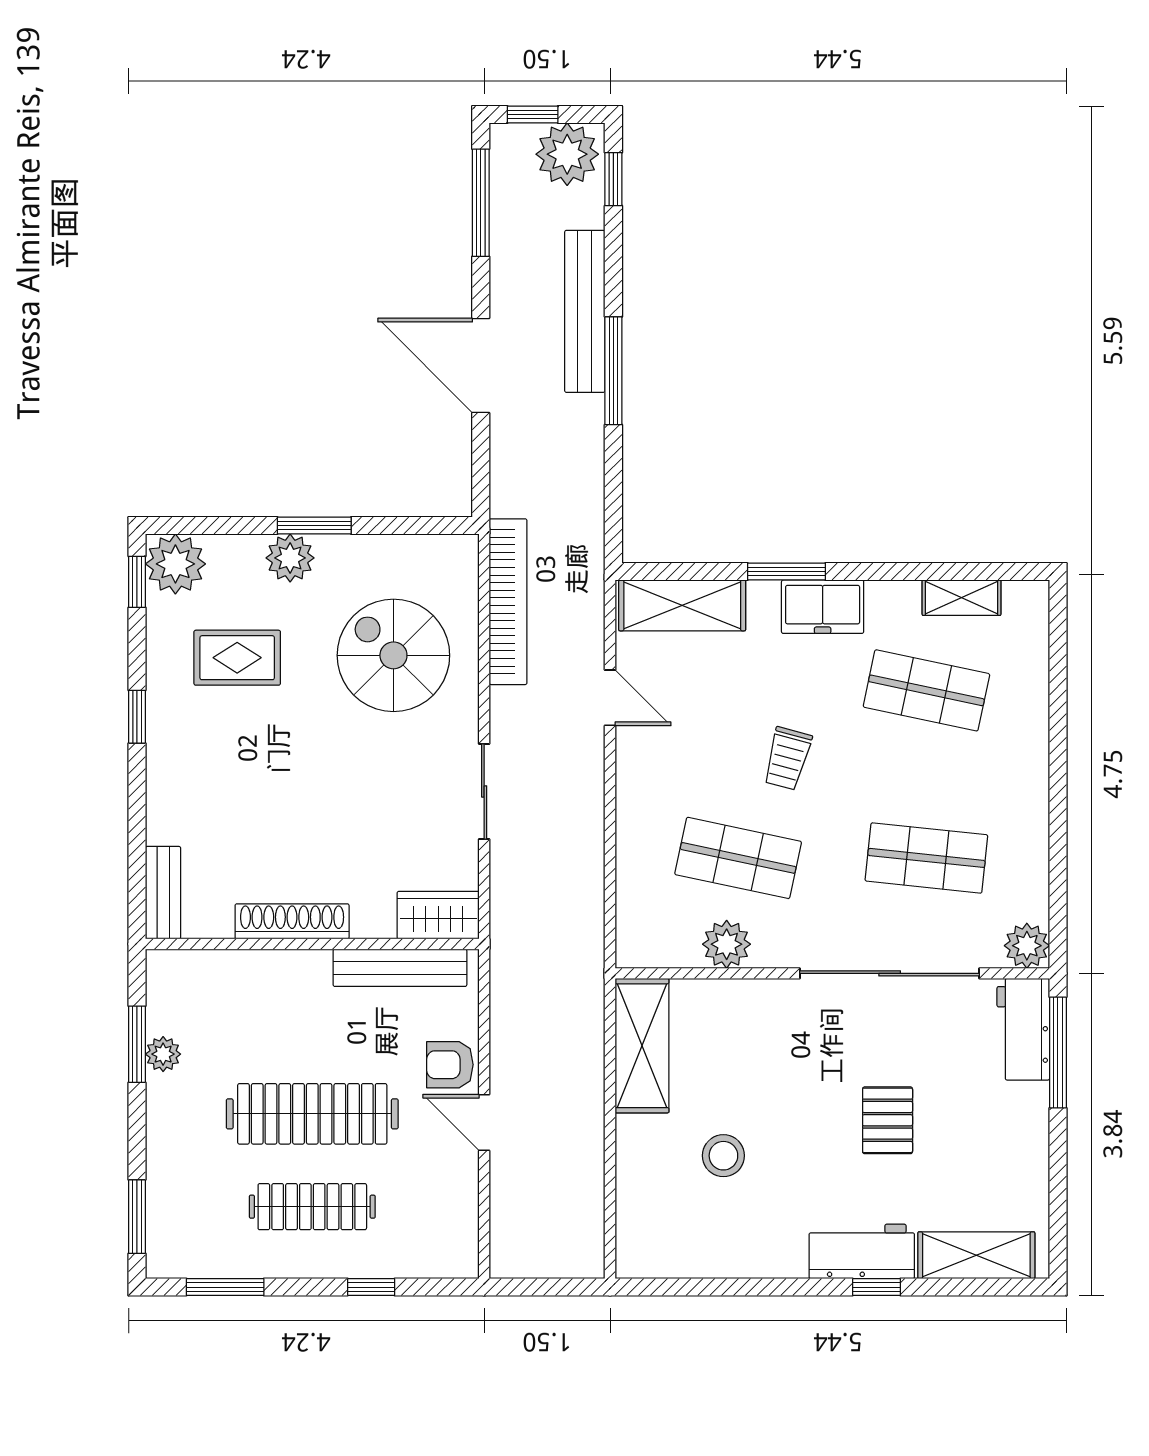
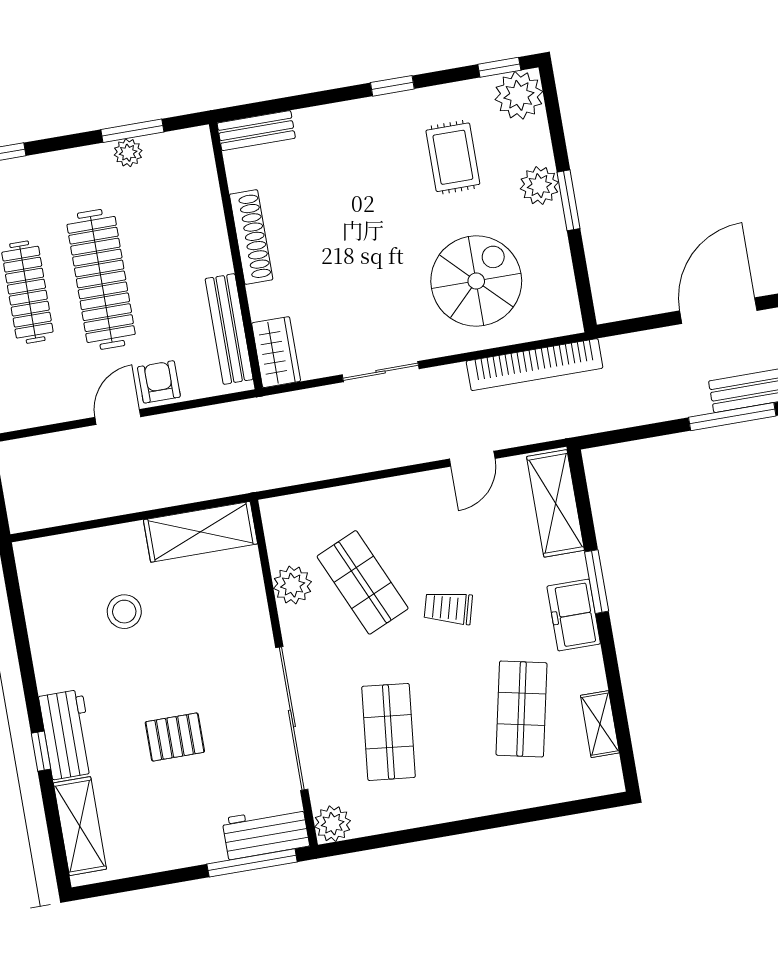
shop shelf: (738, 858) -> (363, 582), turned -36

